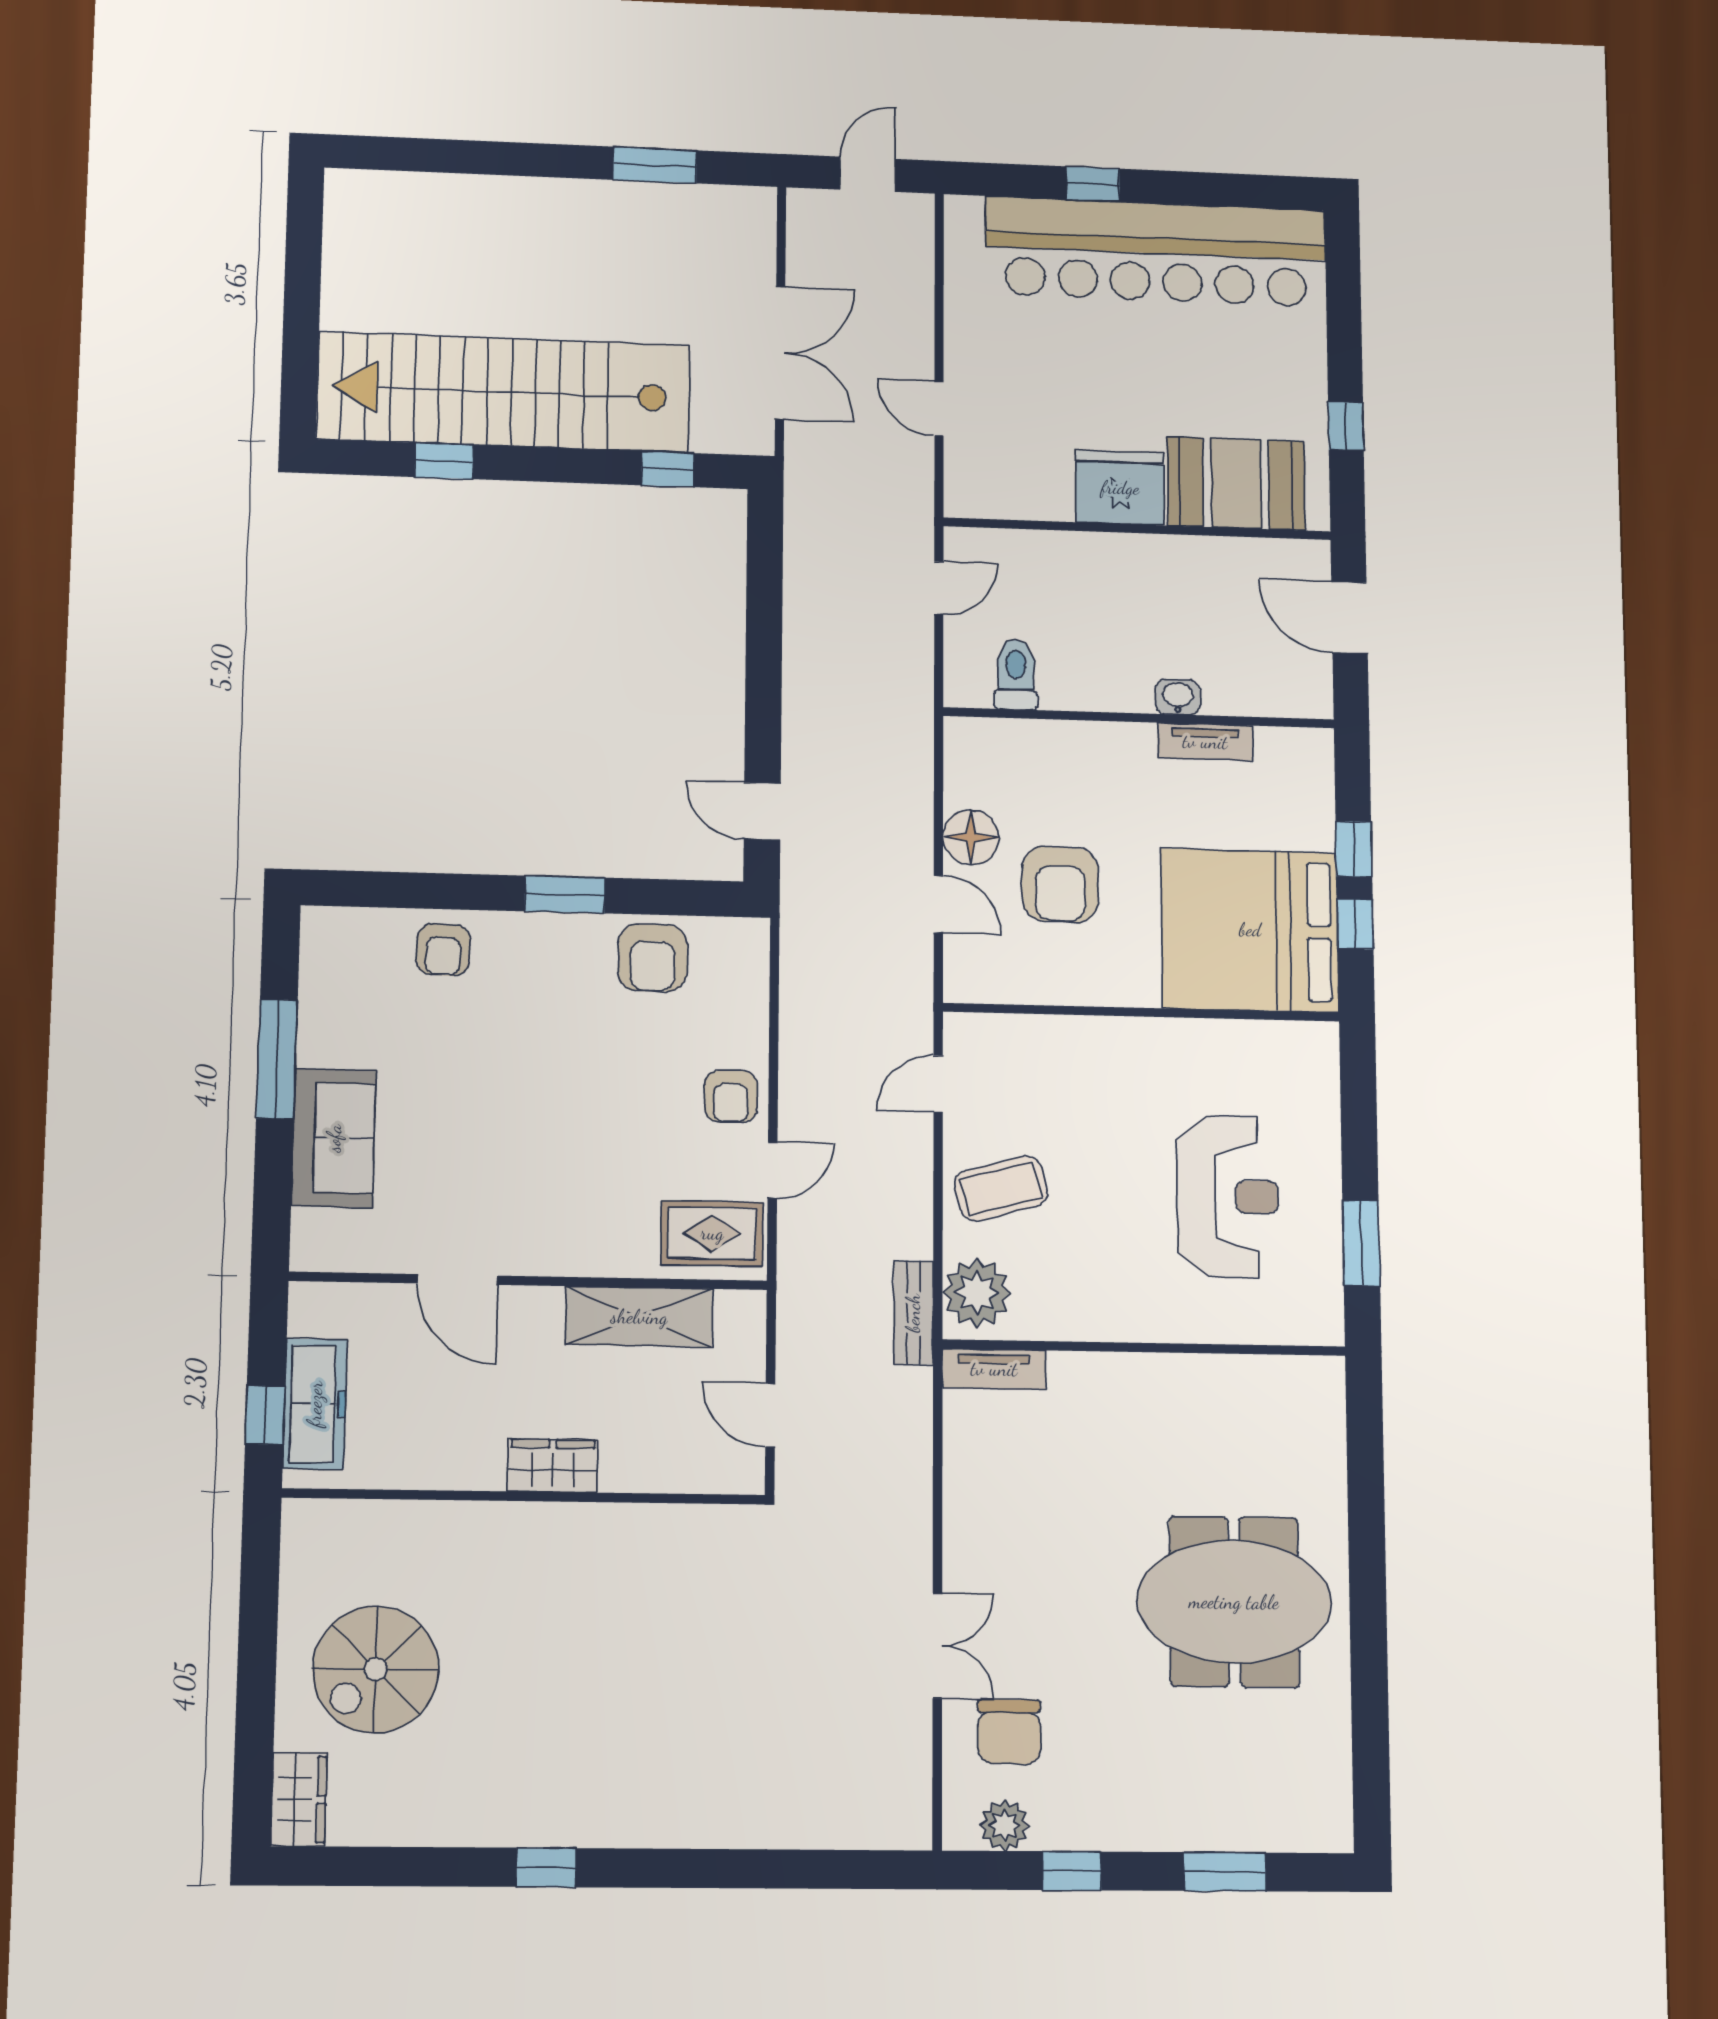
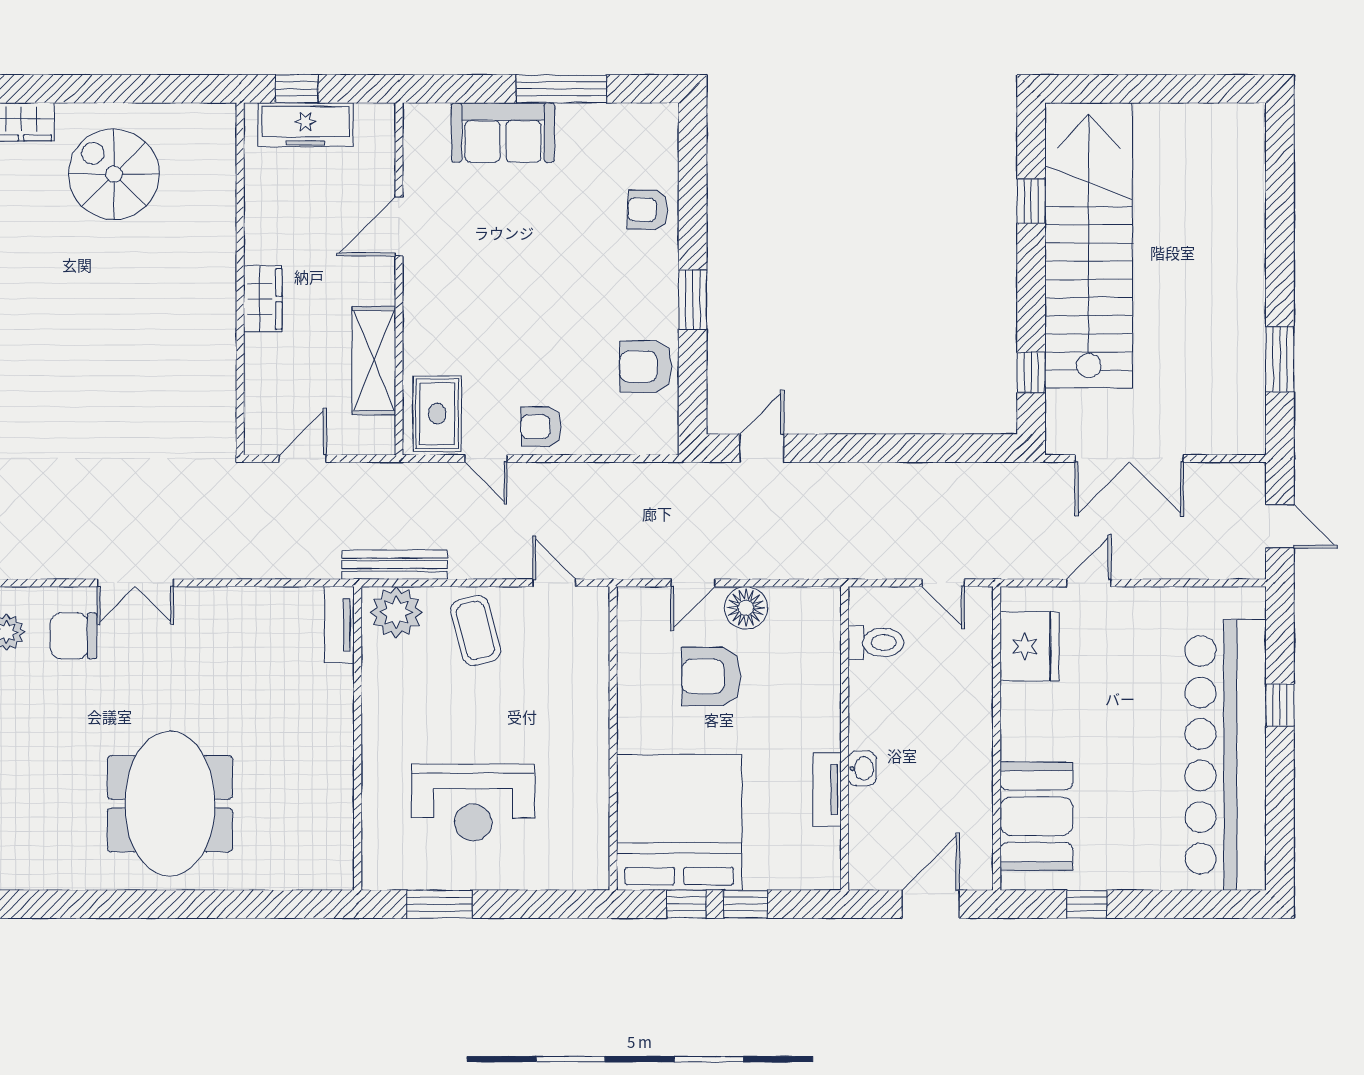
fridge: (1120, 488) -> (1030, 646), moved
bench: (913, 1313) -> (395, 565), width x1.36

